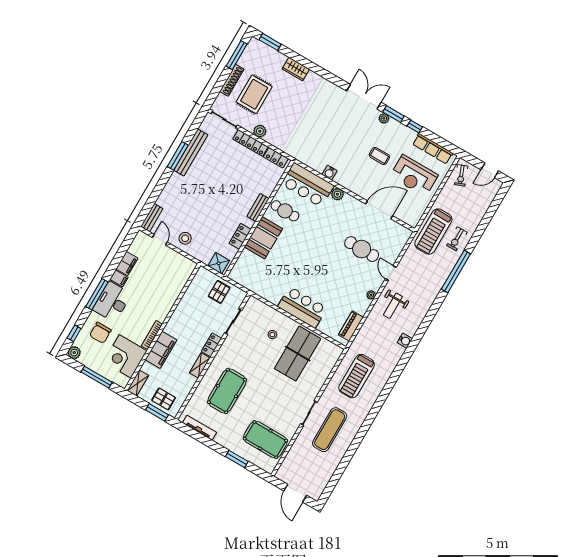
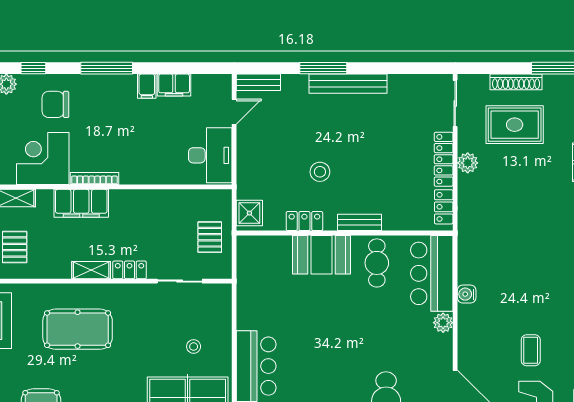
bench: (191, 153) -> (348, 84), moved
window: (178, 156) -> (323, 68), moved
stool: (185, 238) -> (320, 172), moved
pallet: (219, 292) -> (210, 237), turned 90
desk: (112, 302) -> (210, 155), moved, turned 90

